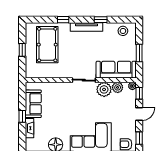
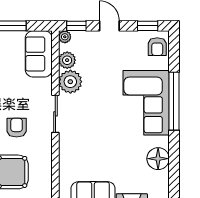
armchair: (75, 56) -> (17, 128), added
sofa: (116, 70) -> (39, 54), width x0.73

